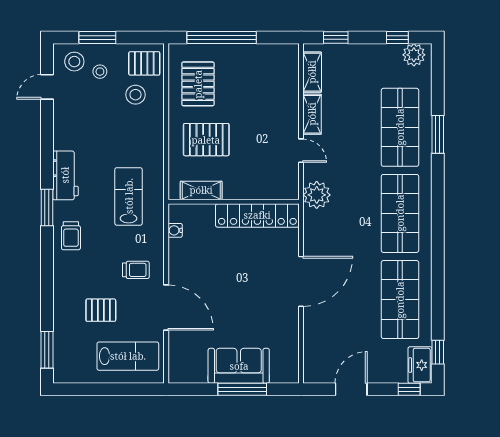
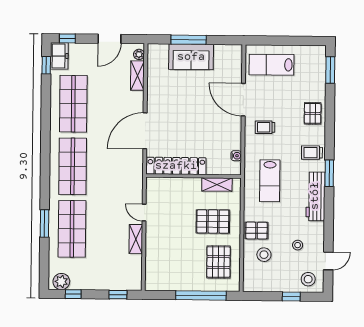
window: (97, 38) -> (291, 296), width x0.67
pallet: (144, 63) -> (256, 231), moved
stool: (100, 72) -> (298, 245), moved
shelving: (312, 72) -> (137, 76), moved
workbench: (65, 175) -> (315, 196), width x1.38
plant: (317, 195) -> (139, 54), moved, width x0.53, depth x0.53
trolley: (71, 236) -> (312, 153), turned -90
door: (301, 281) -> (145, 131), moved
pallet: (101, 310) -> (313, 113), moved, turned 90

